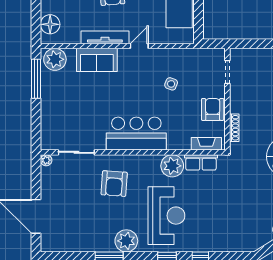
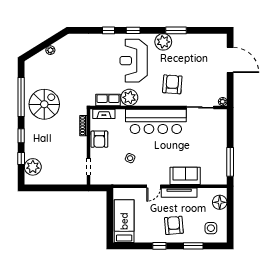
plant: (55, 59) -> (216, 176), removed
bar counter: (136, 134) -> (156, 121), width x1.36

